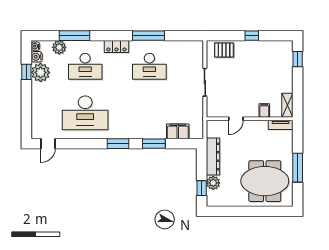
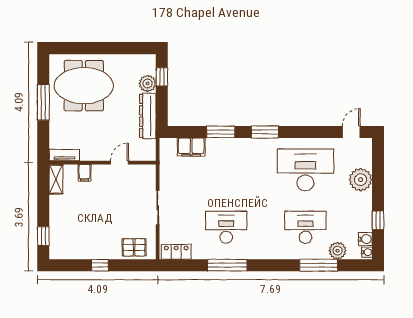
locker: (116, 46) -> (176, 252), moved
plant: (41, 72) -> (361, 180), moved

